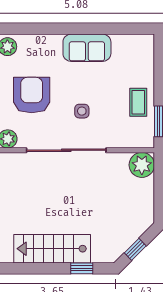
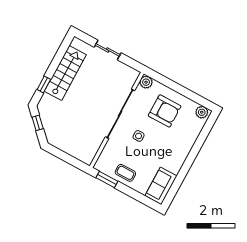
sofa: (87, 48) -> (161, 186), moved
plant: (142, 165) -> (86, 154), removed

